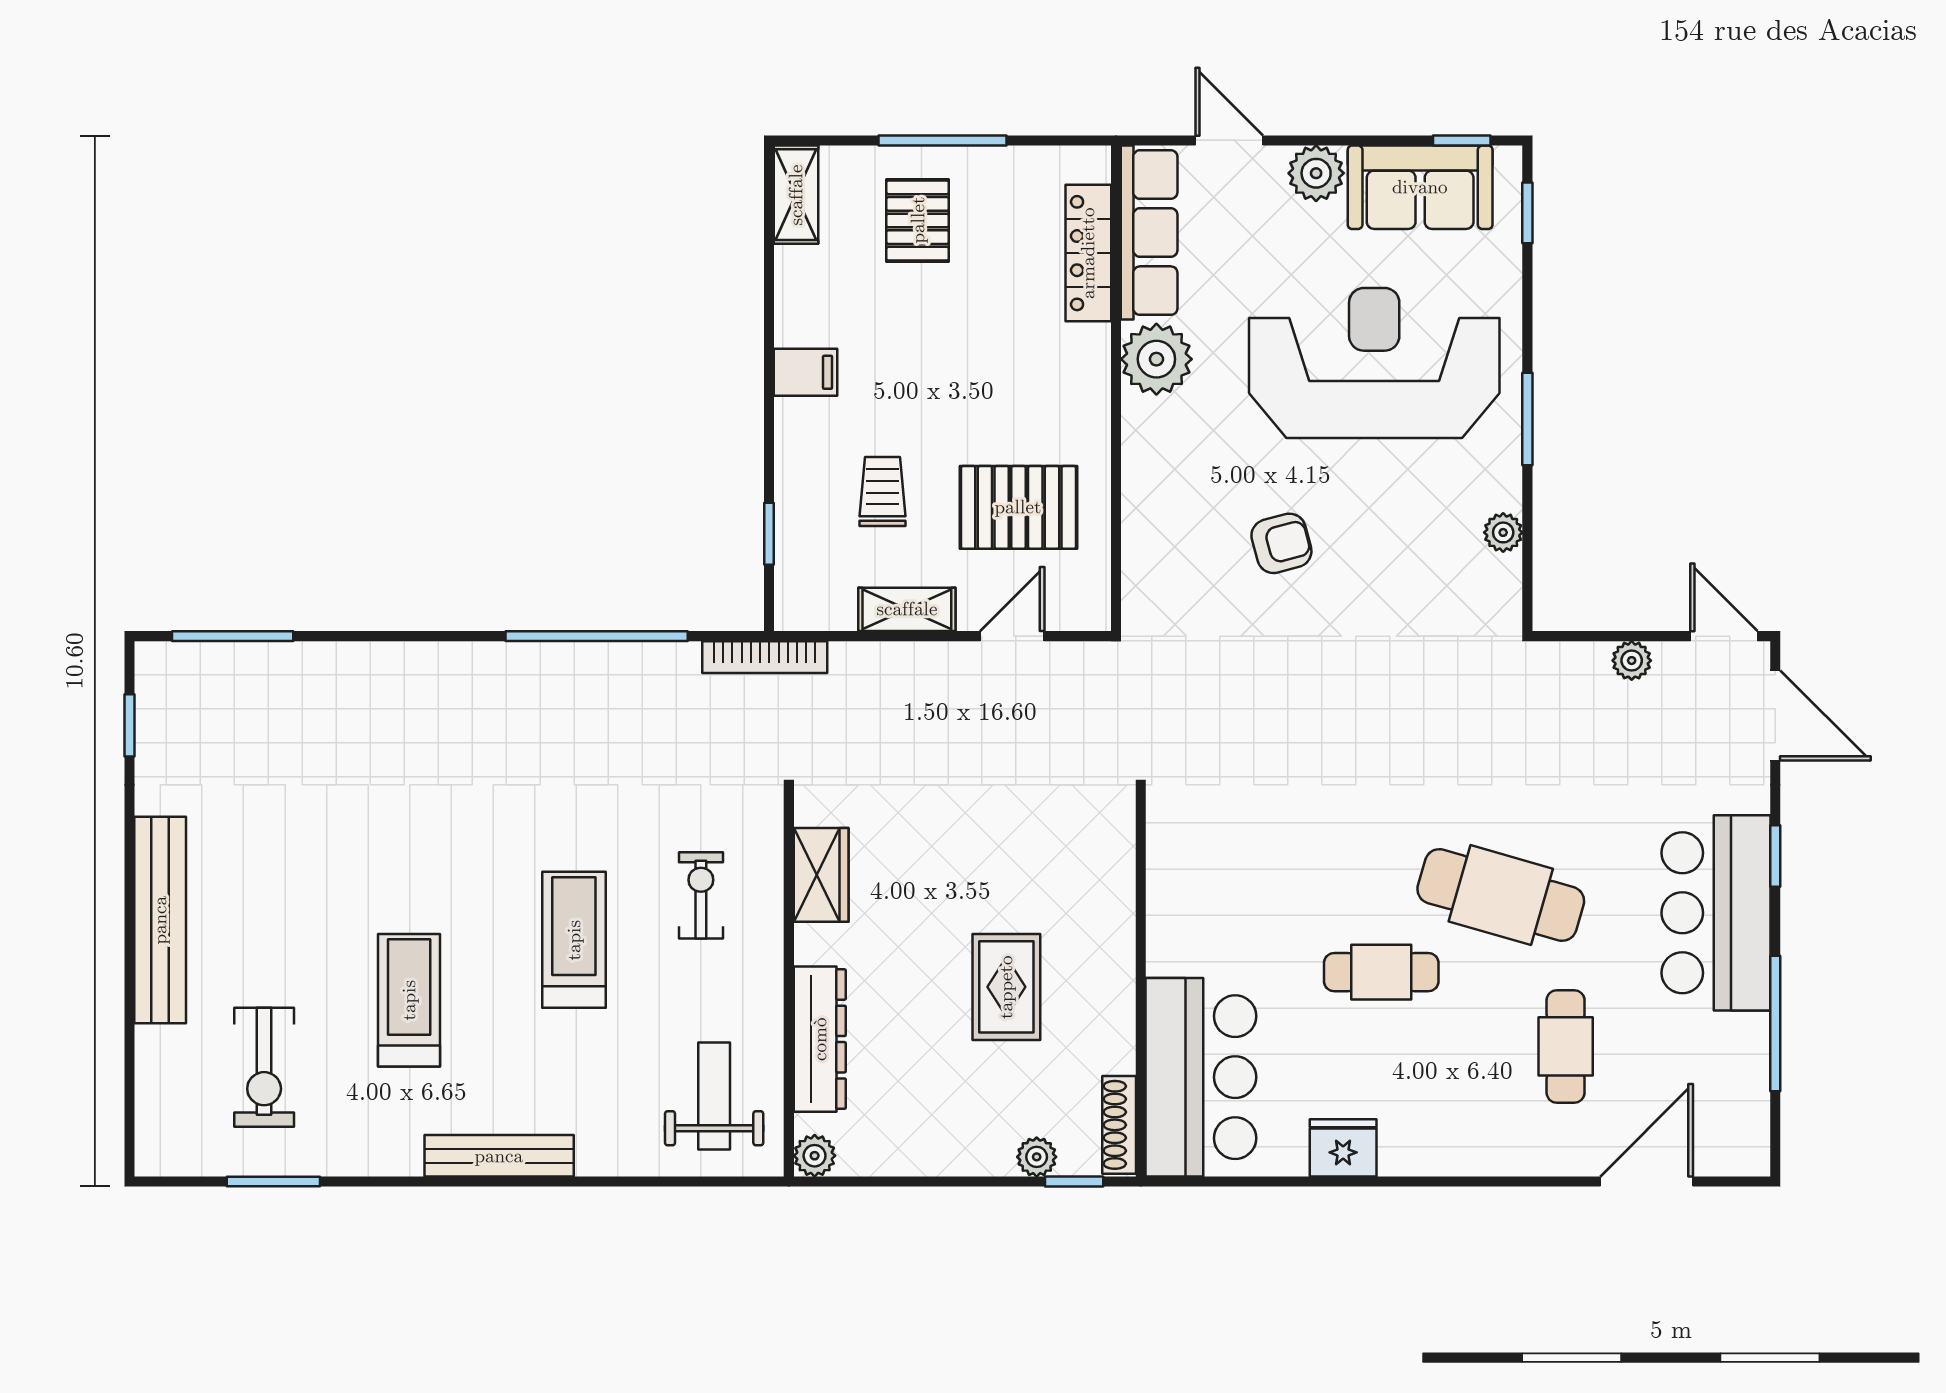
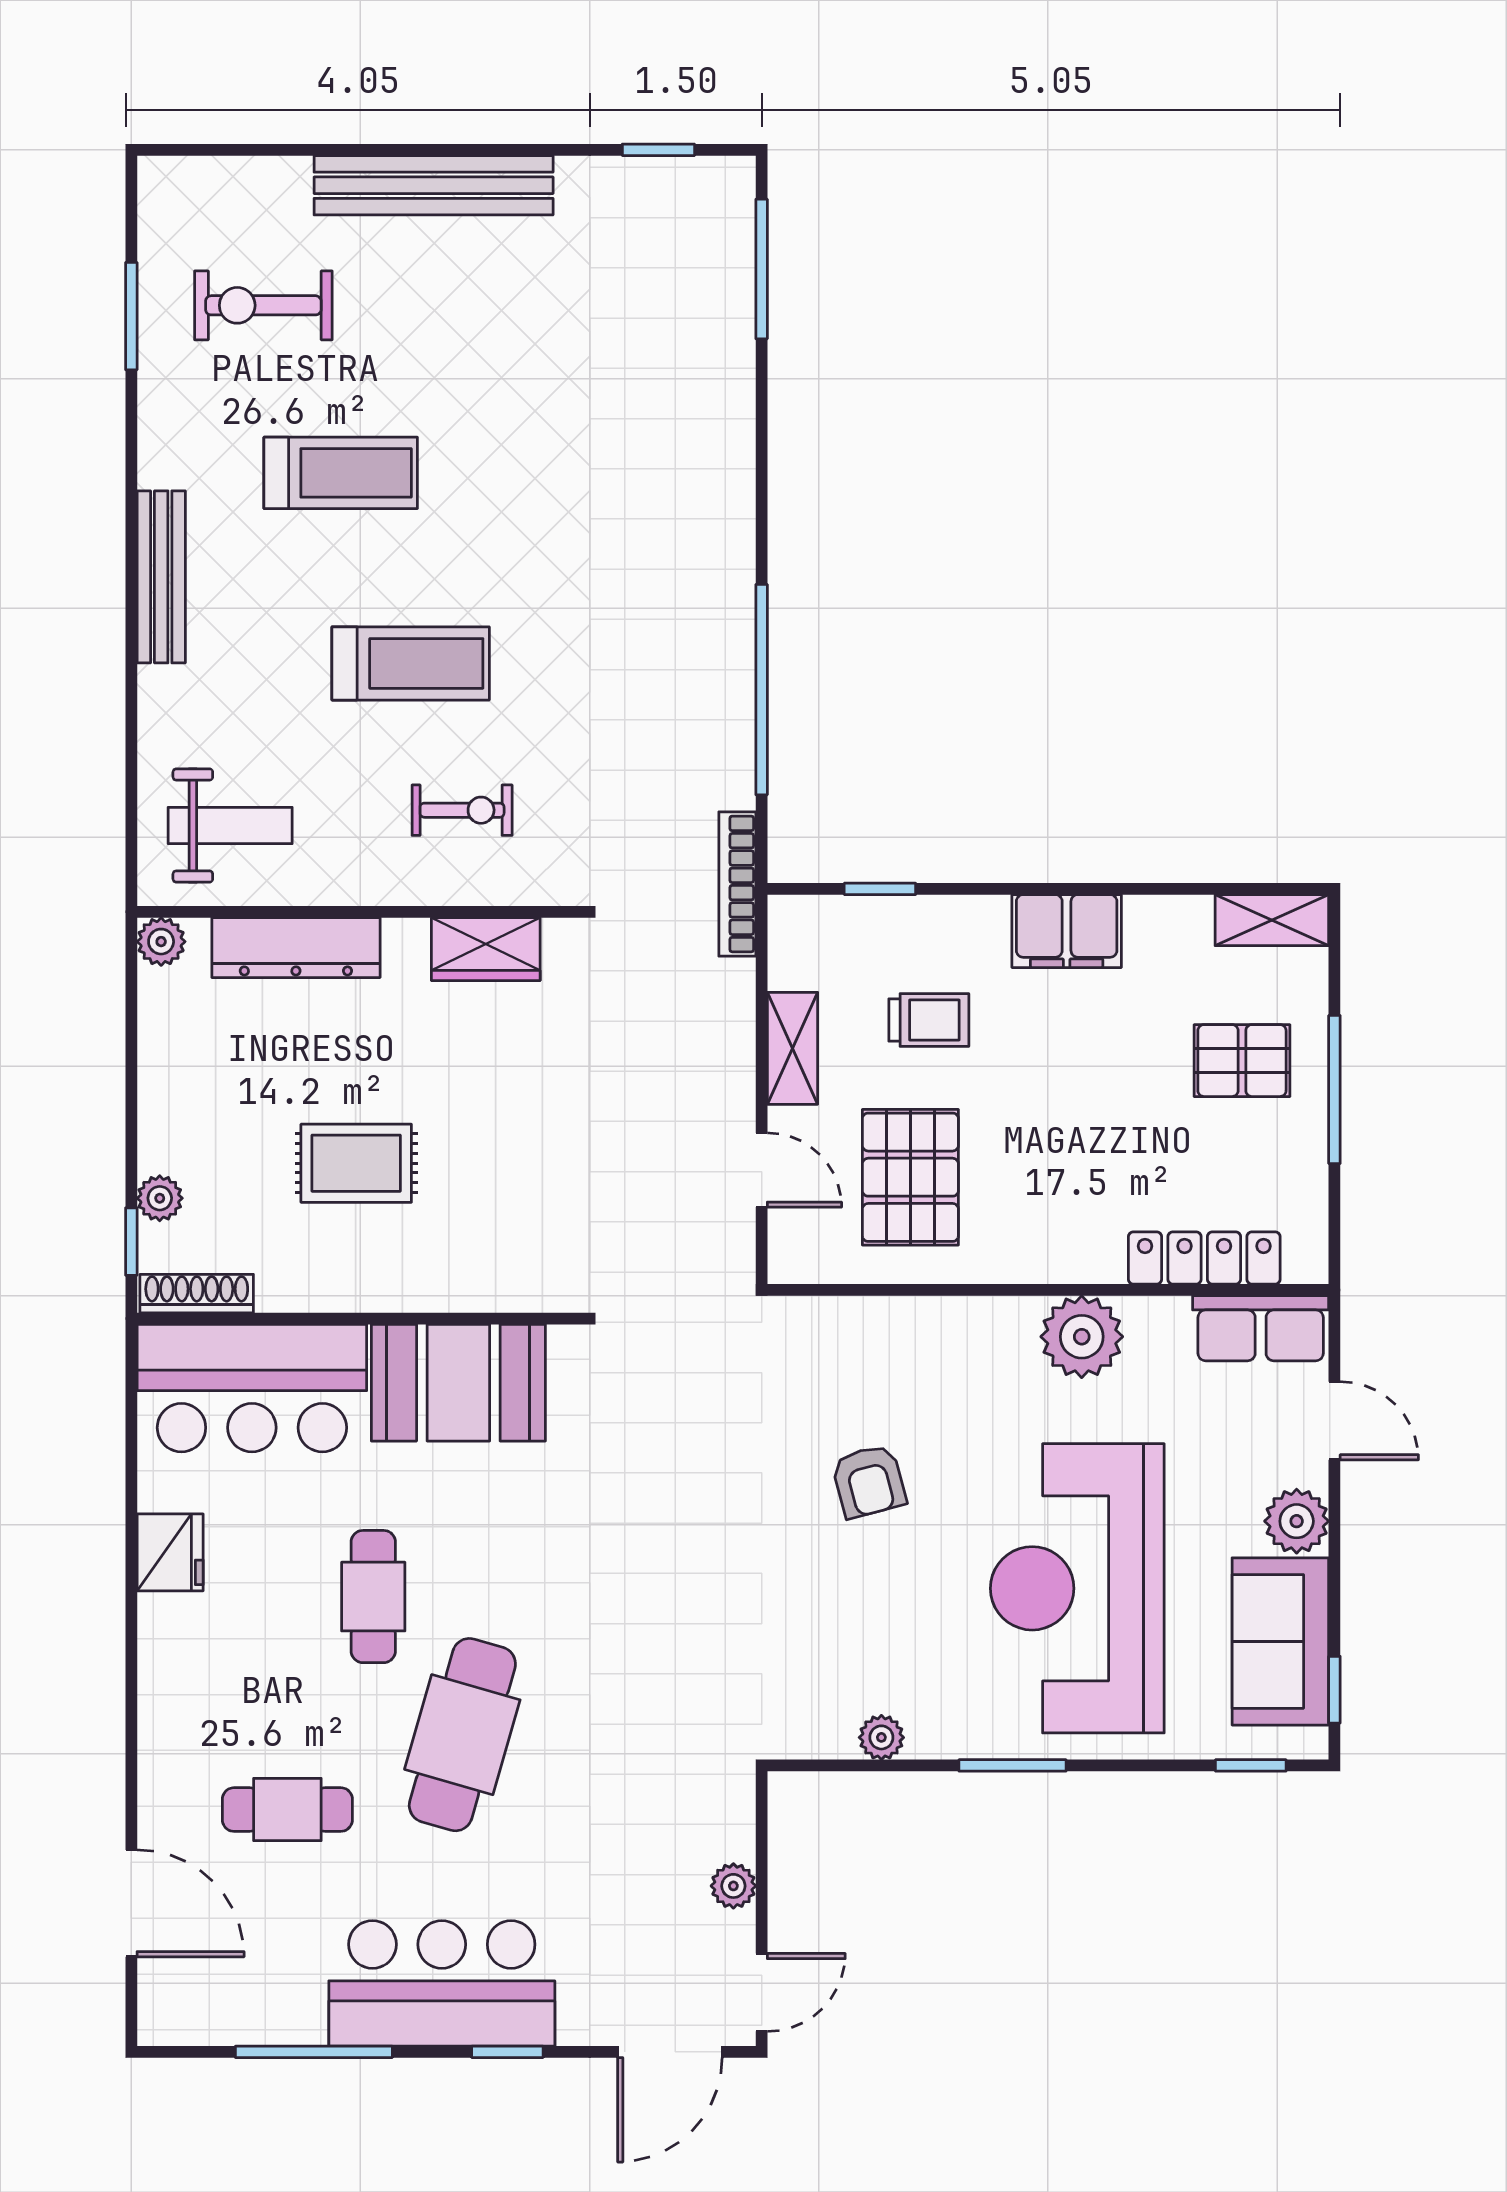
door: (1229, 140) -> (1334, 1421), hinge flipped
row of seats: (1149, 233) -> (1261, 1328), width x0.68
reception desk: (1374, 363) -> (1077, 1588), turned 180
filing cabinet: (805, 372) -> (1067, 931), width x2.00
booth: (1196, 899) -> (458, 1383), added

